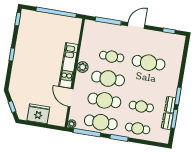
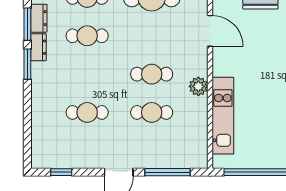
cafe table: (149, 63) -> (87, 112), width x0.73, depth x0.74
kitchen unit: (68, 65) -> (223, 116), moved
cafe table: (108, 78) -> (152, 74), width x0.73, depth x0.74
cafe table: (104, 100) -> (152, 36), removed

